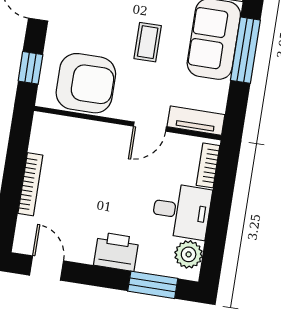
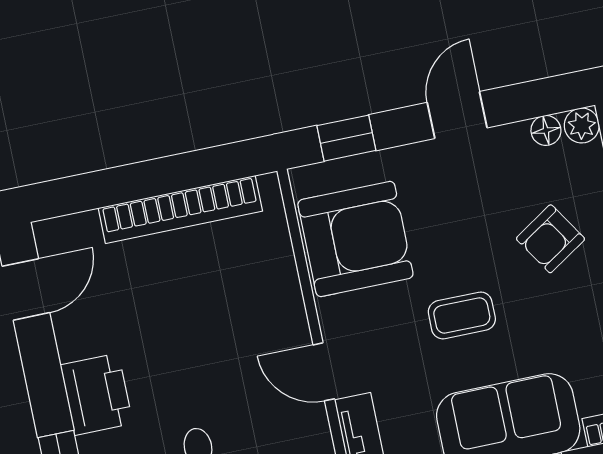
armchair: (86, 83) -> (355, 239), turned -90
bookcase: (30, 184) -> (180, 209), width x1.48, depth x1.31

